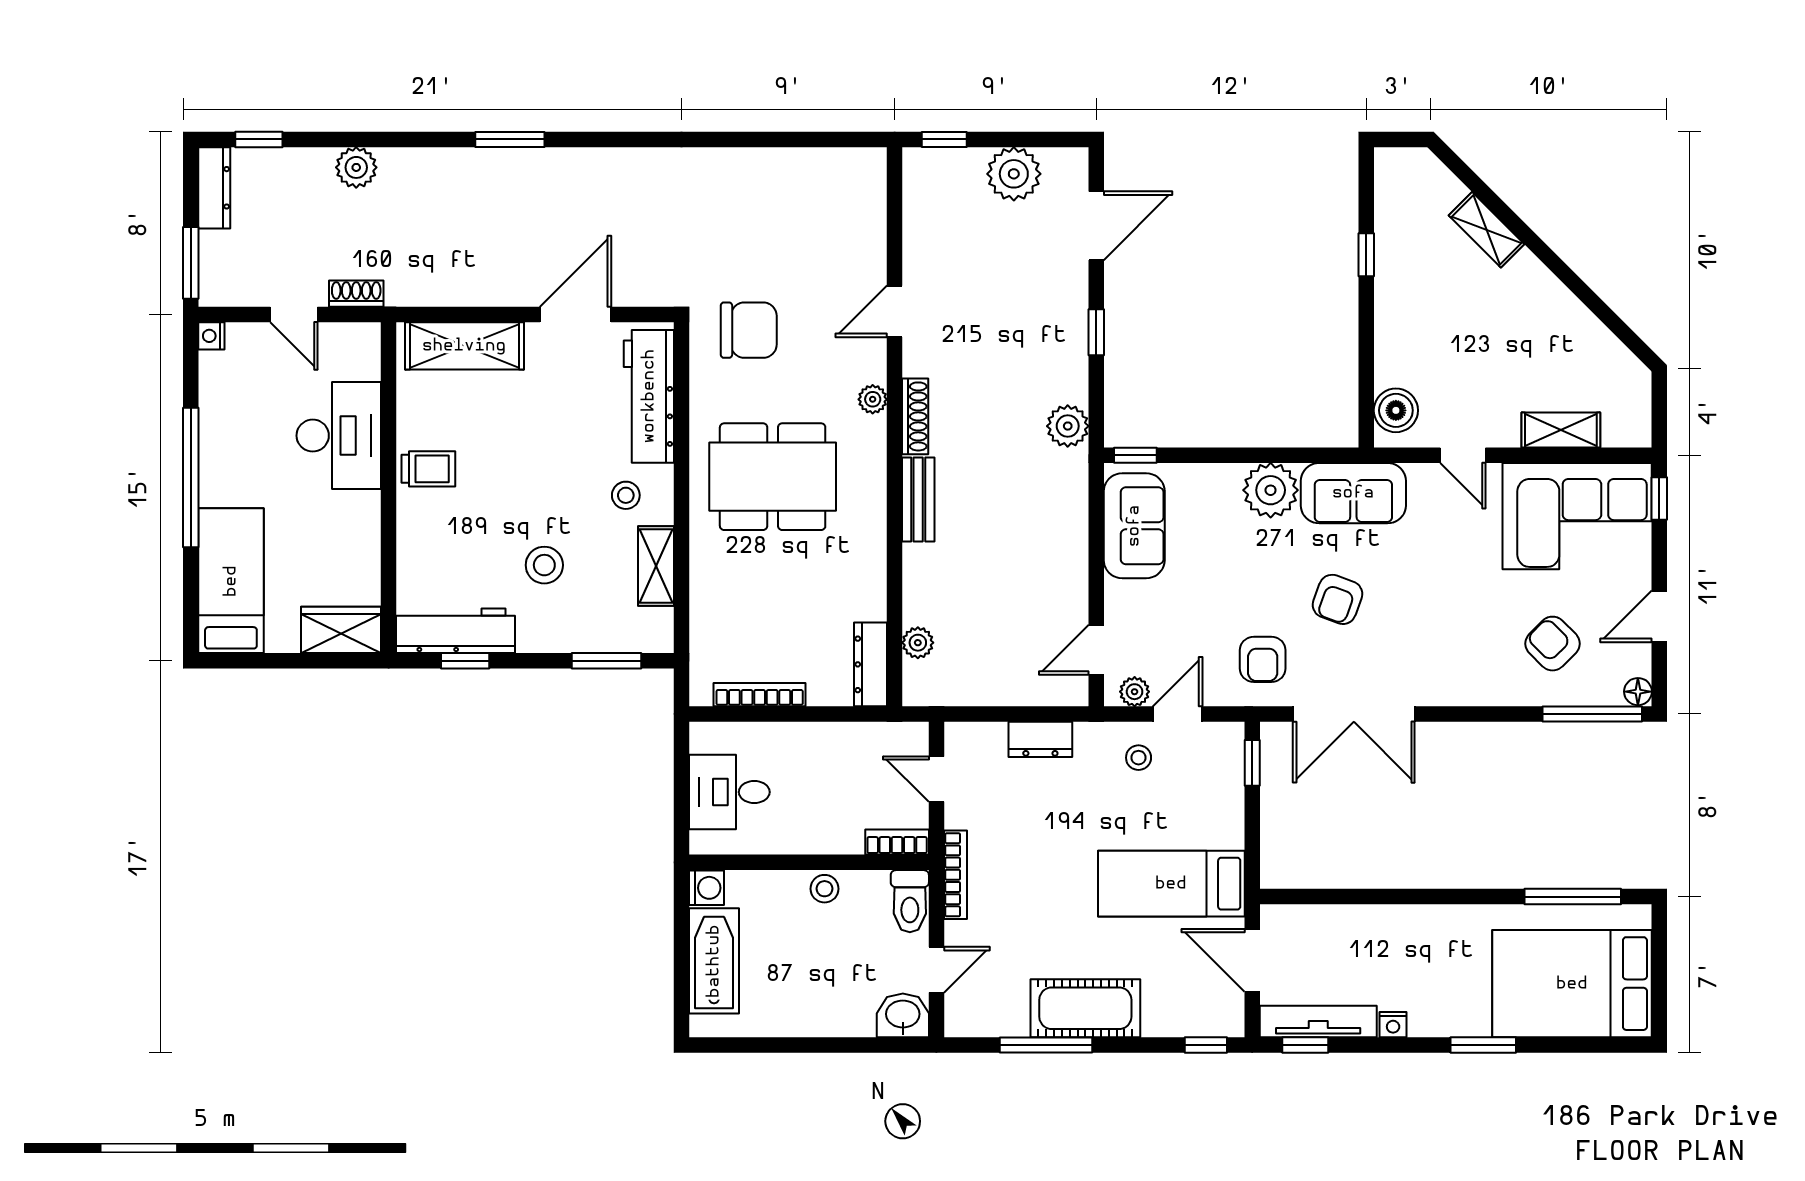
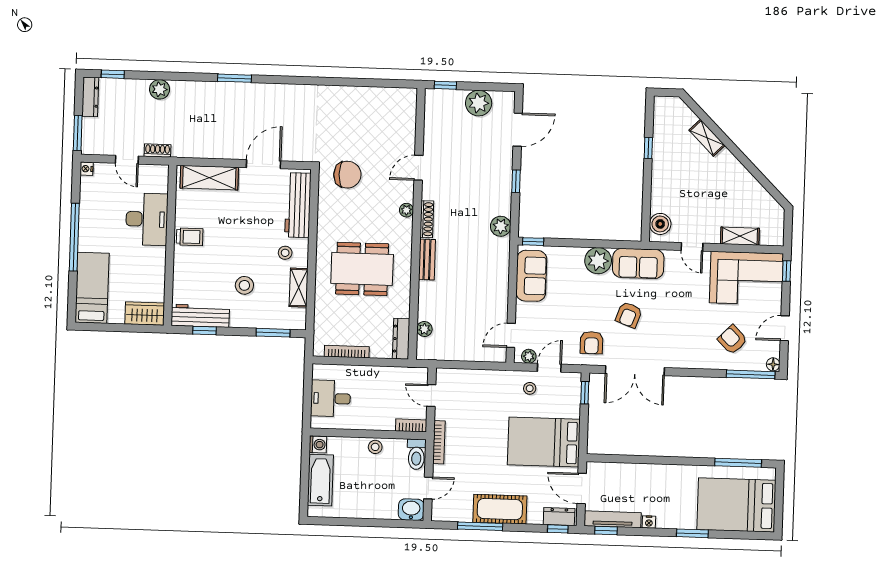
dining table: (773, 477) -> (362, 269), moved
dresser: (1040, 739) -> (559, 517), moved, turned 180
bed: (1171, 884) -> (544, 442), width x1.50

